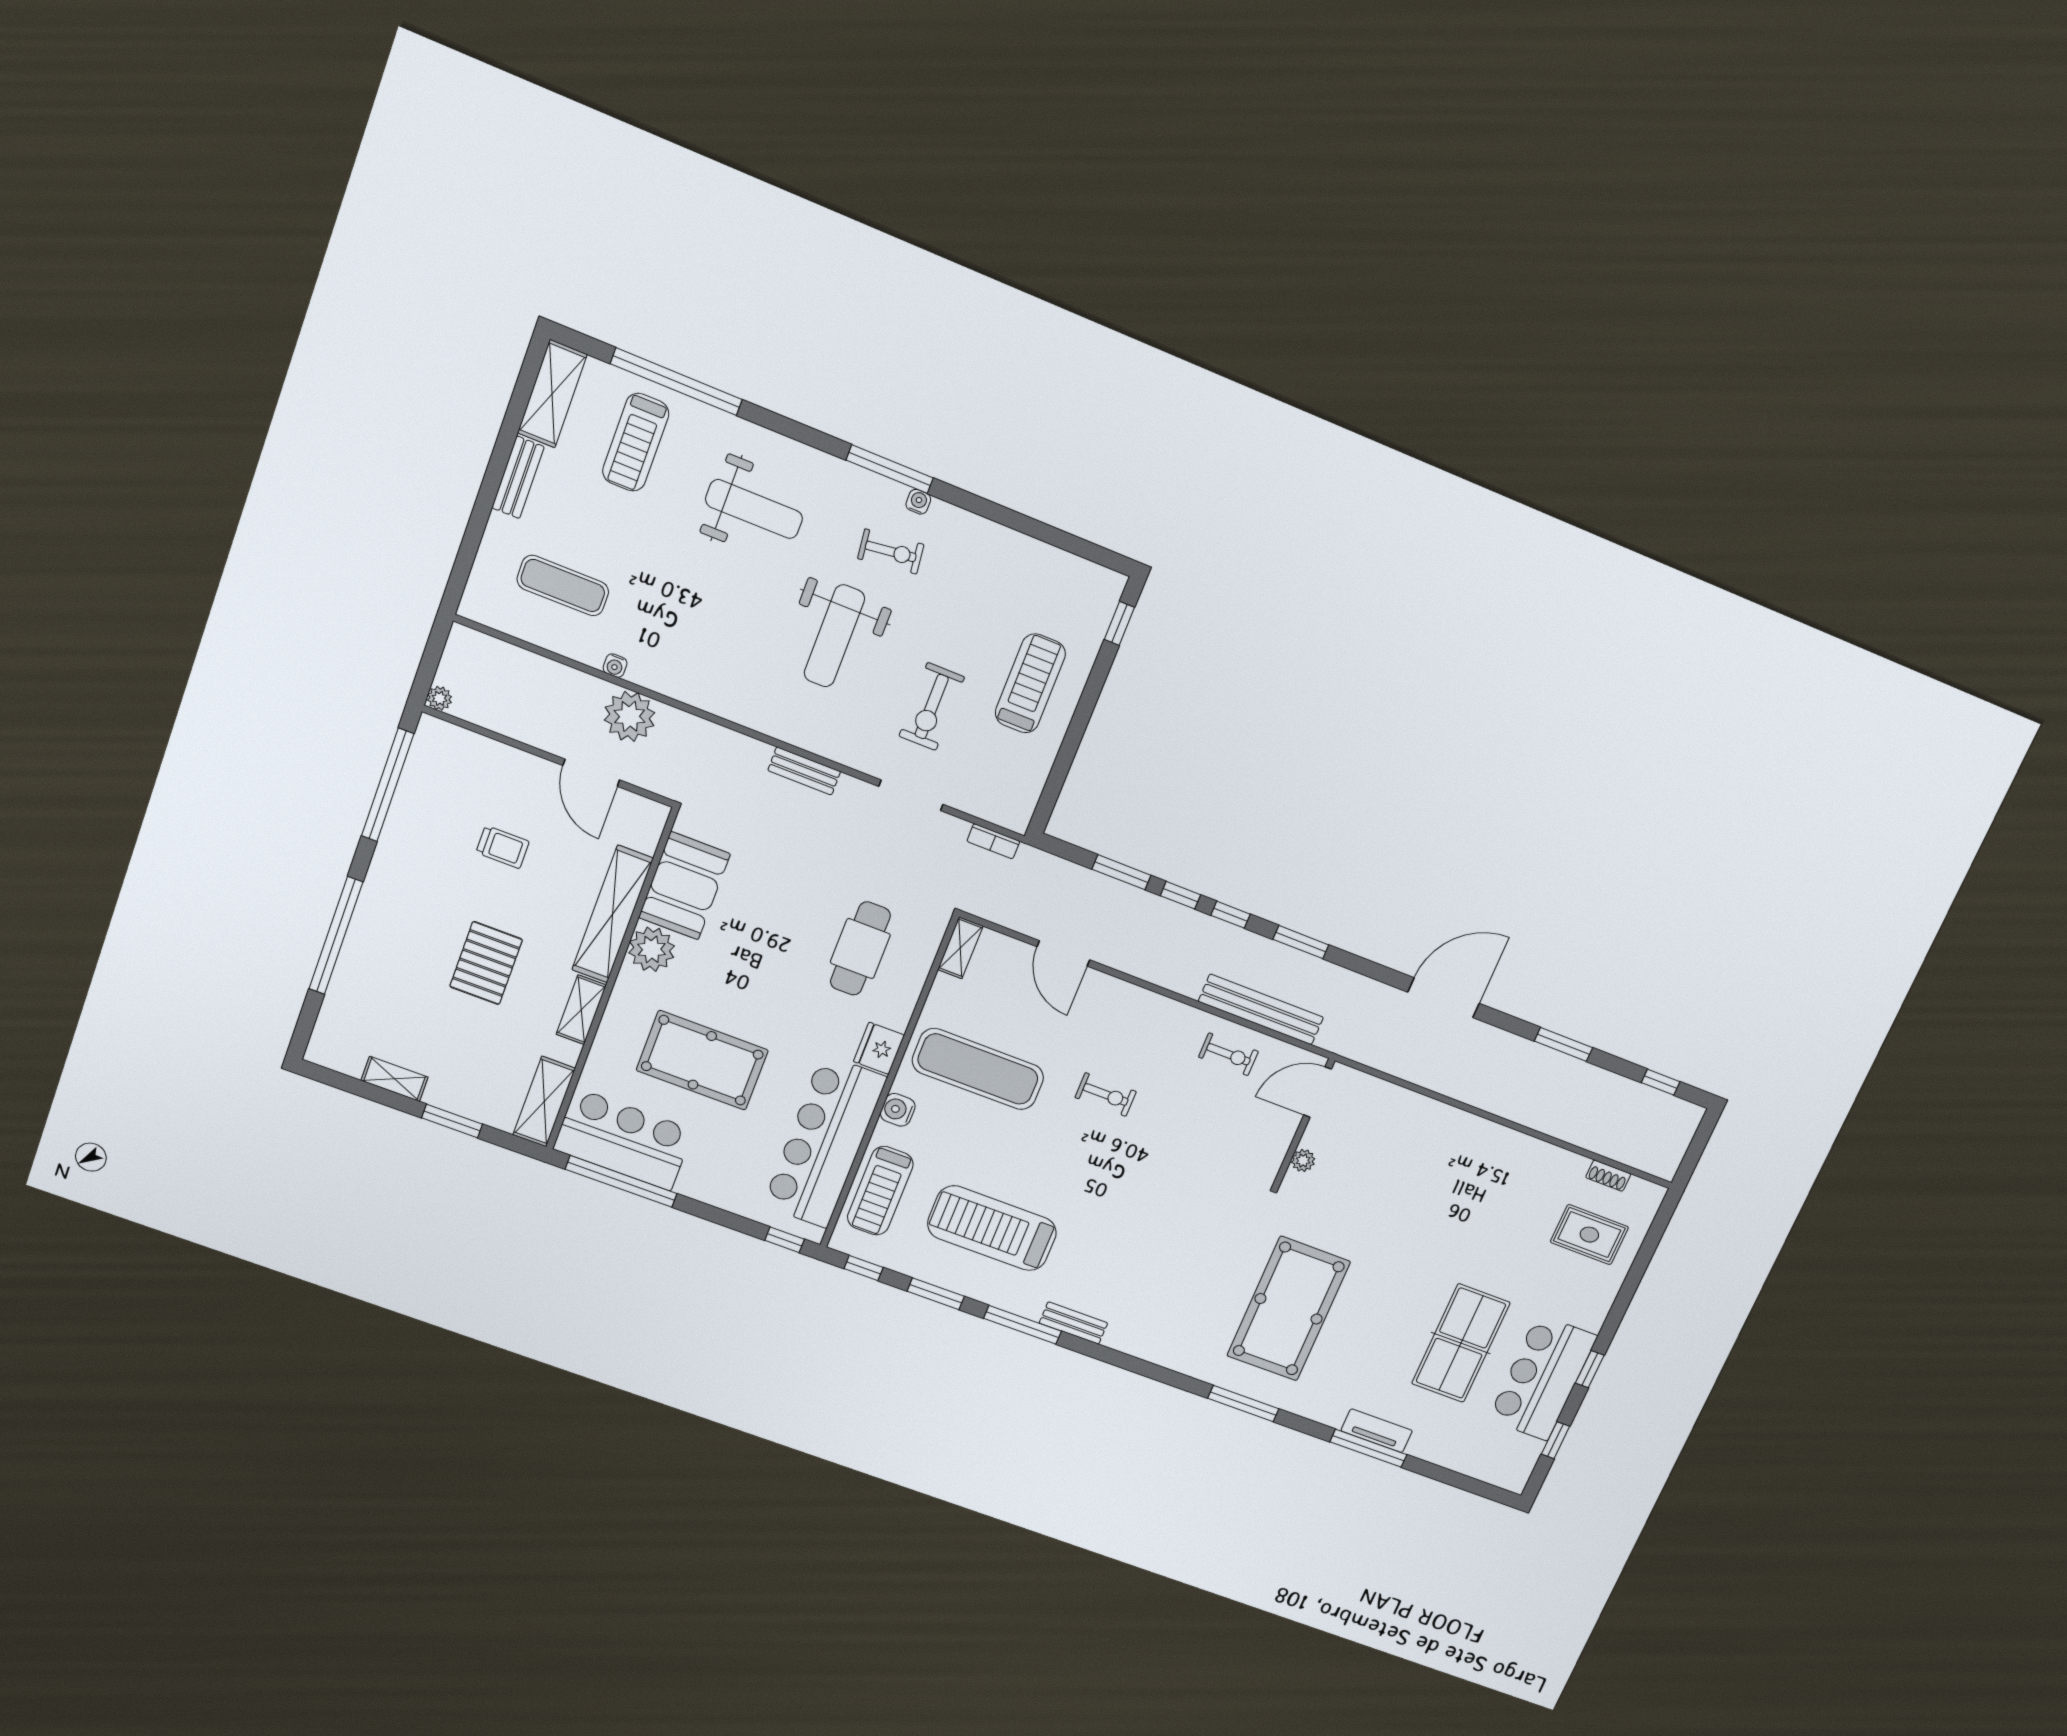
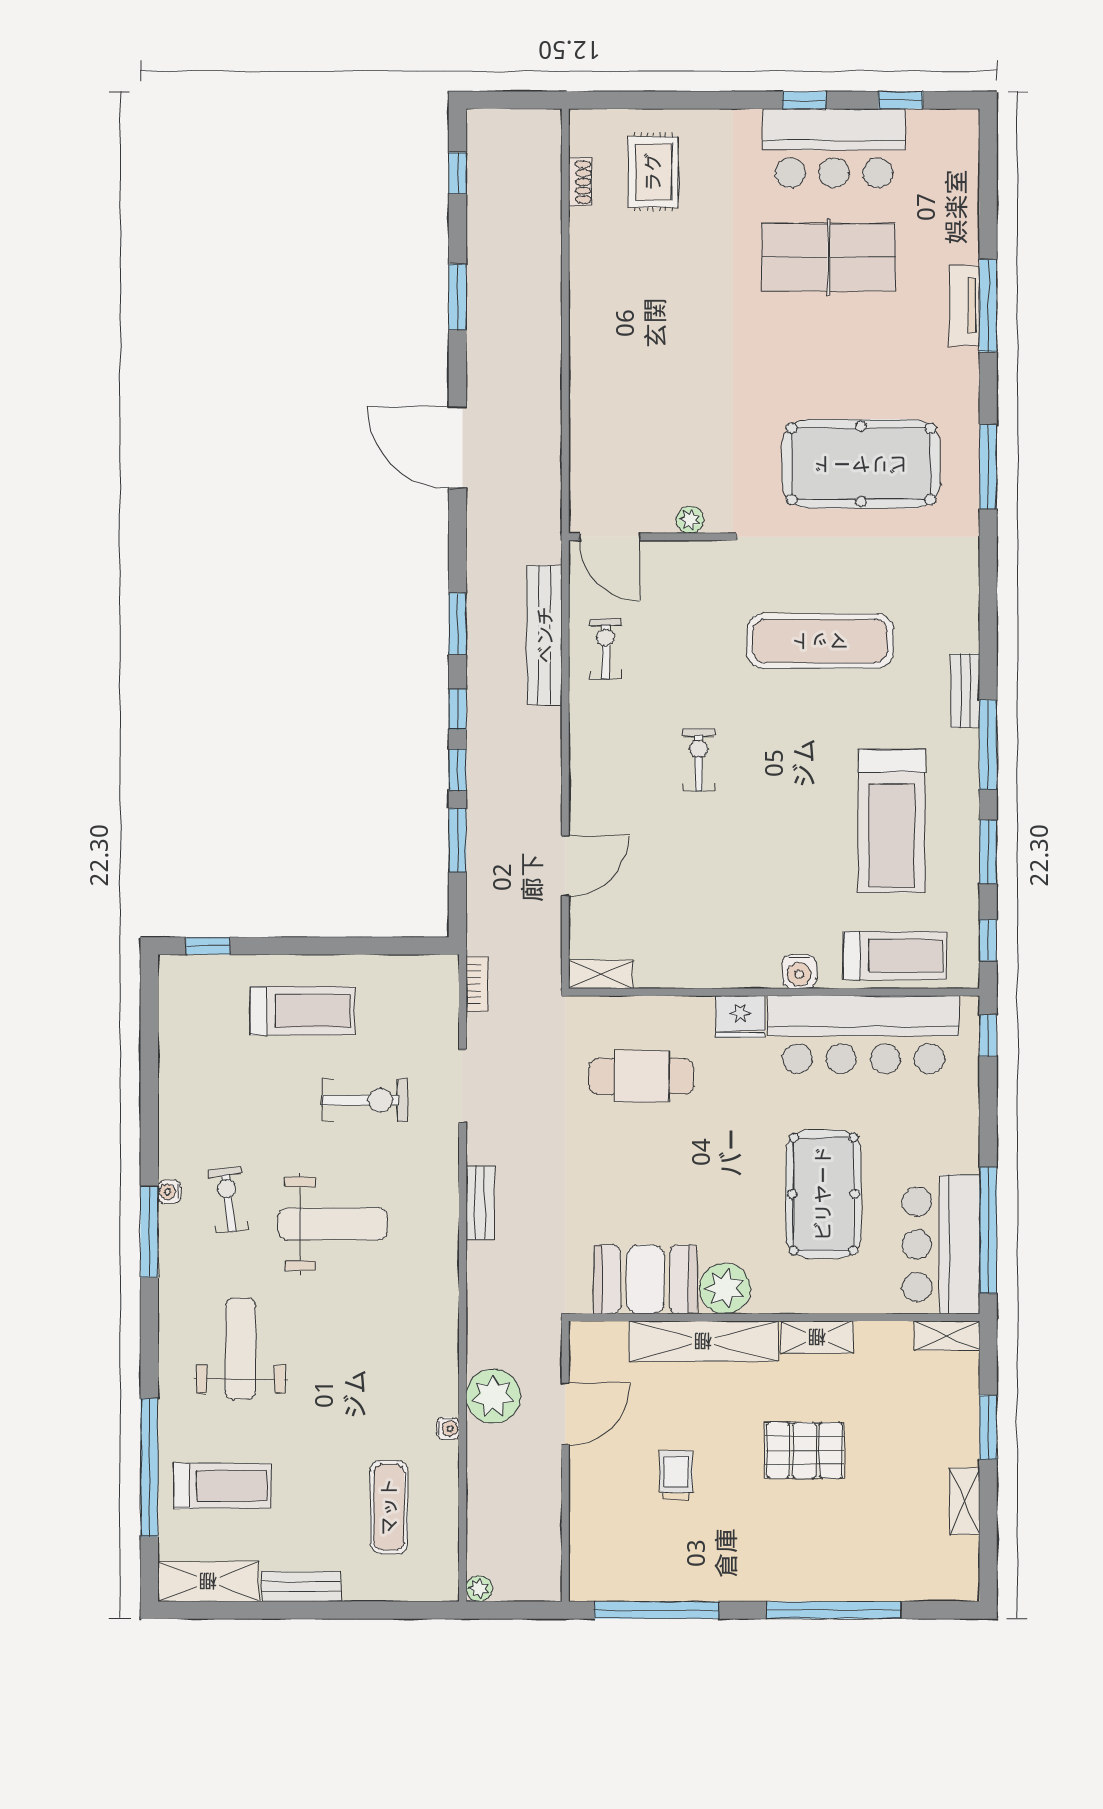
treadmill: (1030, 683) -> (303, 1011), turned 180
plant: (440, 698) -> (479, 1589), moved
exercise mat: (978, 1069) -> (820, 641), moved, turned 90
shelving: (544, 1102) -> (947, 1335), width x0.67, depth x0.75

